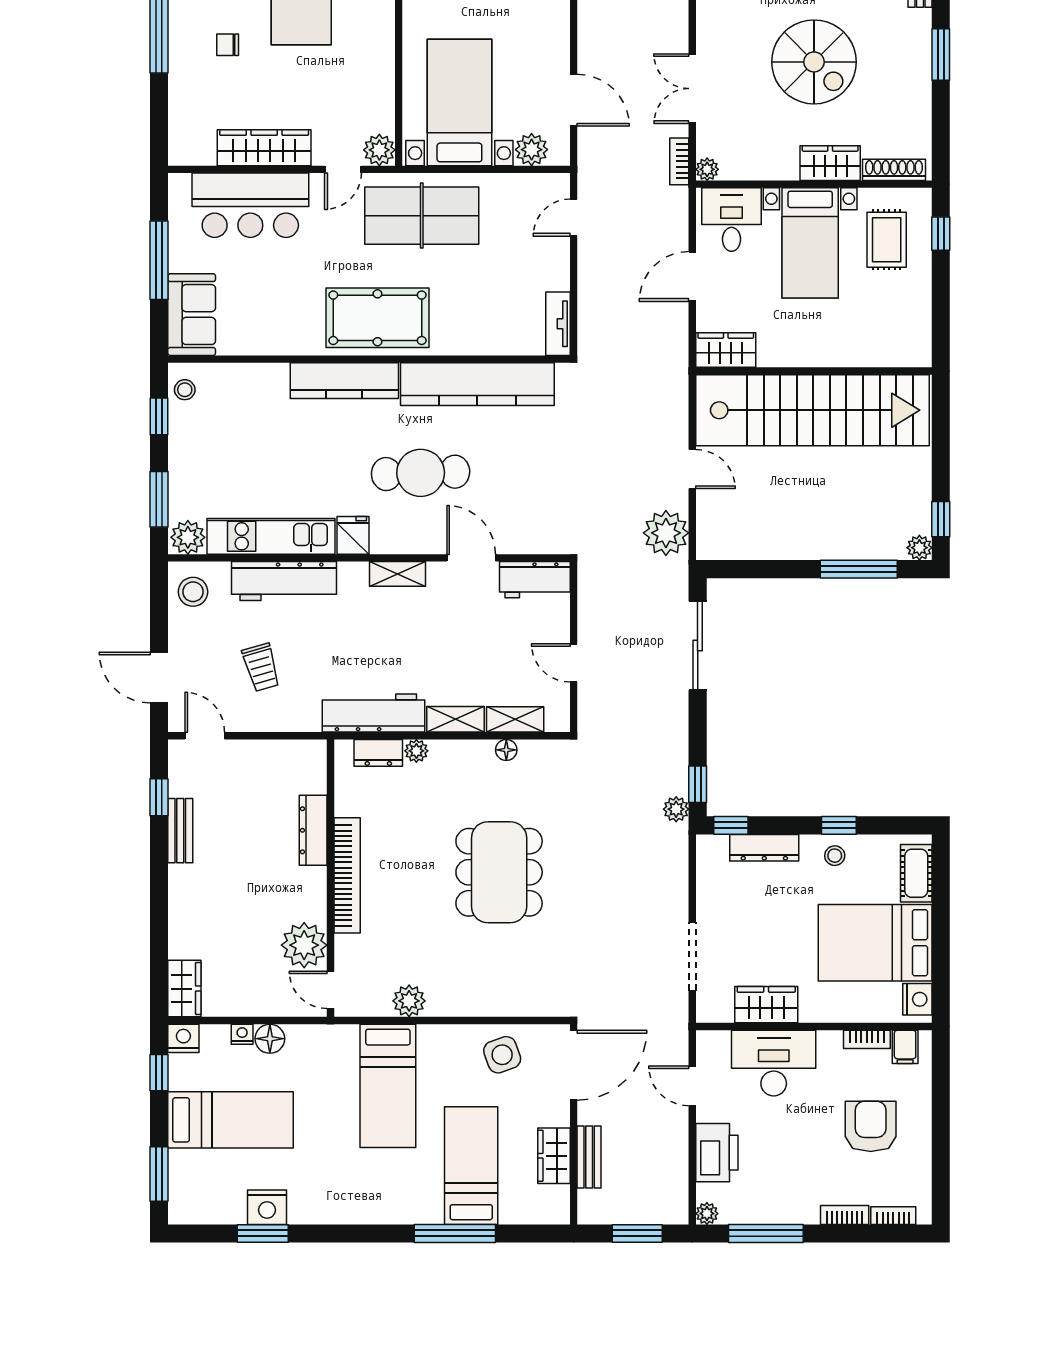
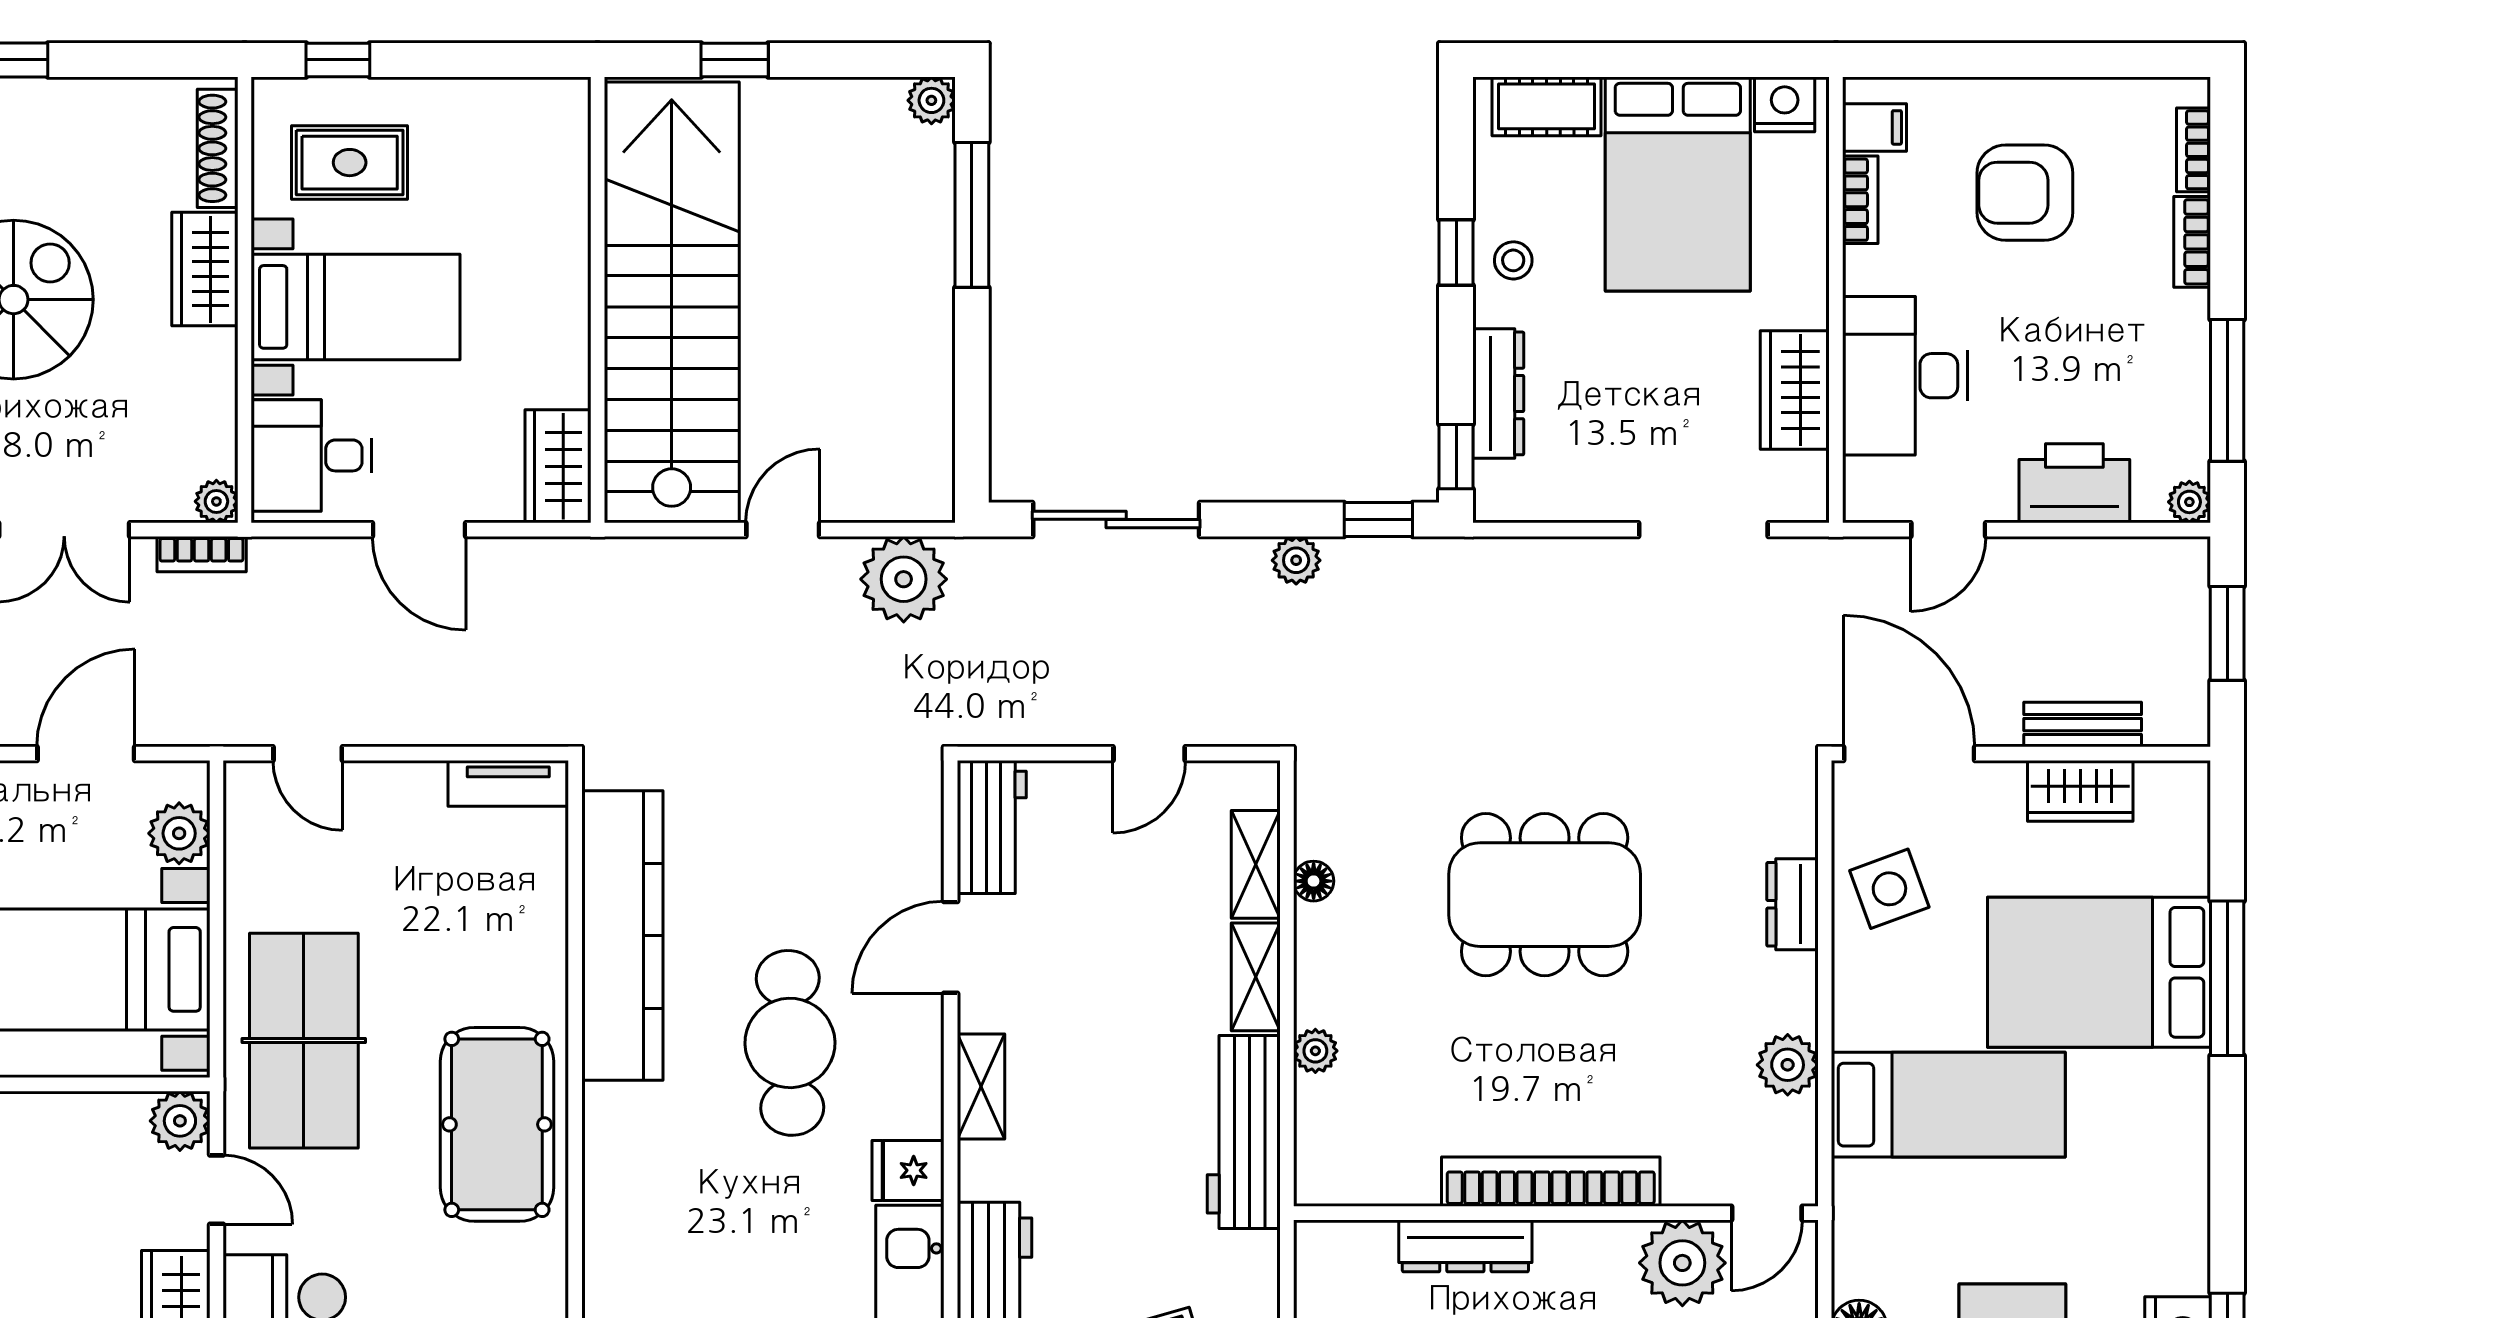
kitchen counter: (344, 381) -> (616, 1187), removed
window: (941, 519) -> (735, 60), moved
dresser: (378, 753) -> (1792, 904), moved, turned 180
plant: (676, 809) -> (1296, 560), moved
bed: (471, 1166) -> (2099, 972), width x1.50

